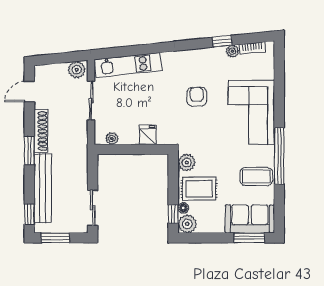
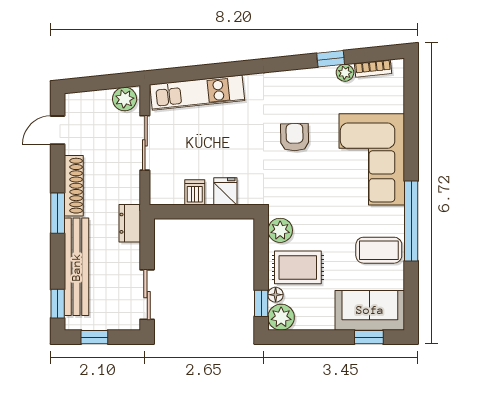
dishwasher: (126, 136) -> (195, 192), added
plant: (112, 139) -> (175, 196), removed
dresser: (80, 157) -> (130, 223), added
window: (55, 238) -> (94, 337), width x0.67
window: (249, 238) -> (369, 337), width x0.67

